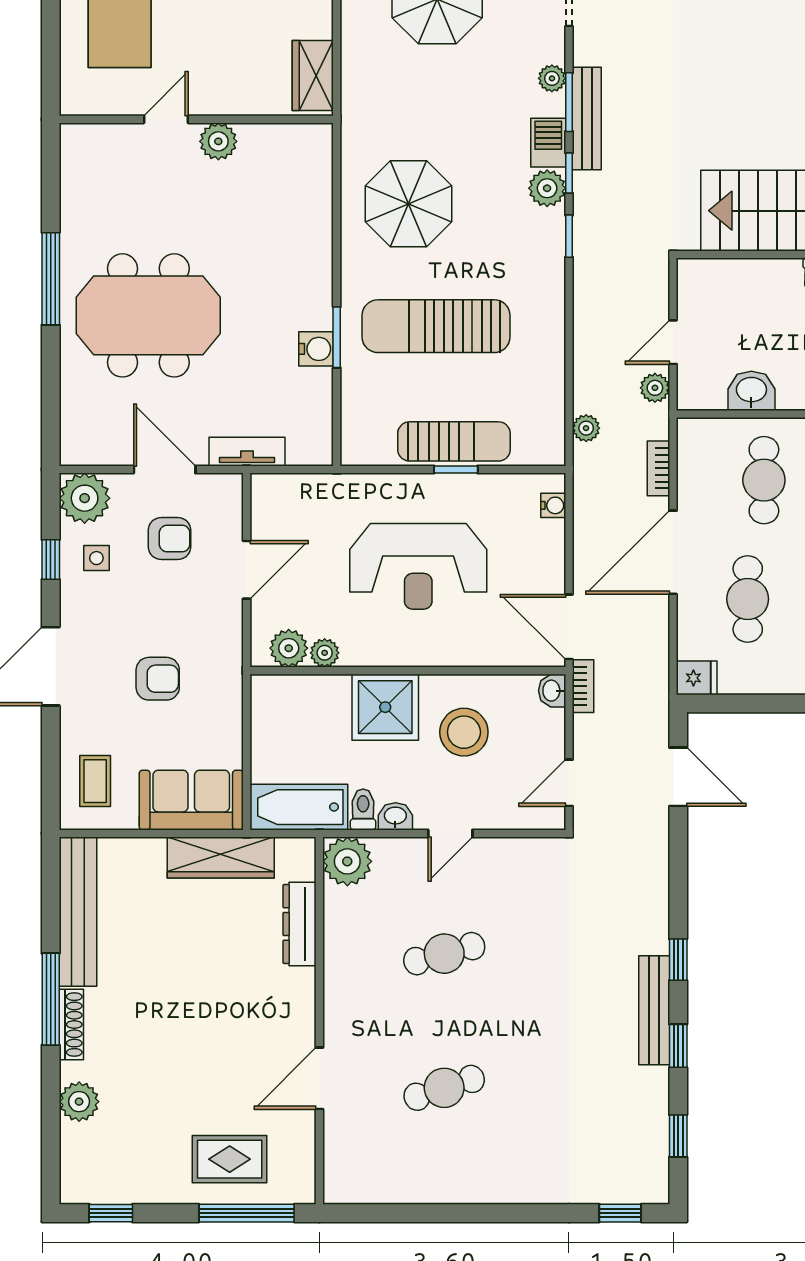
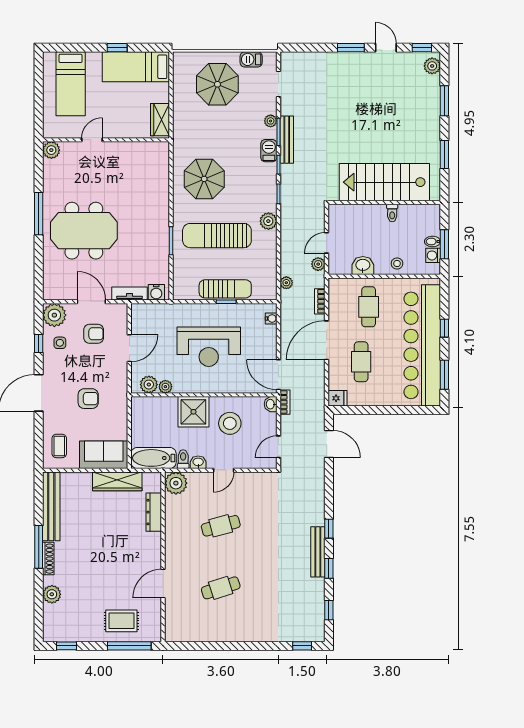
plant: (218, 141) -> (51, 150), moved
plant: (547, 188) -> (268, 221), moved
water cooler: (316, 349) -> (156, 292), moved, turned 90

